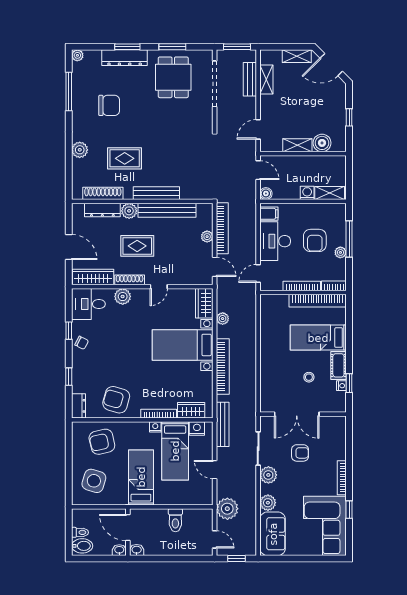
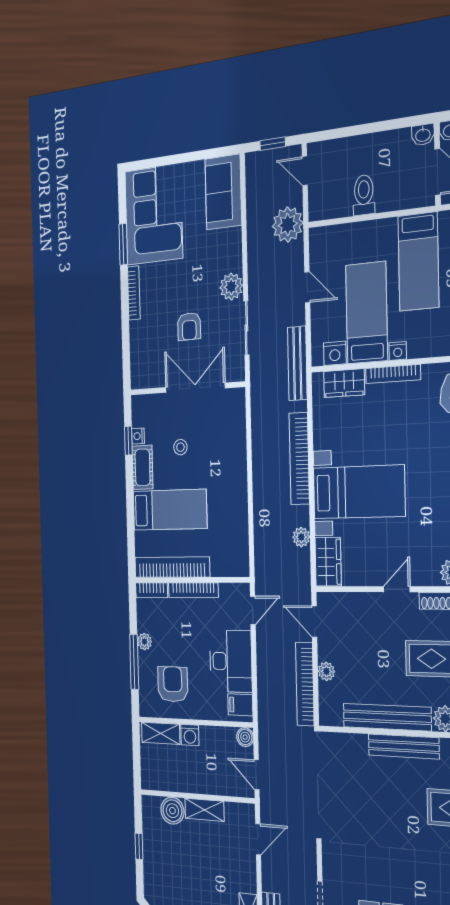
armchair: (315, 240) -> (173, 684), moved
armchair: (300, 453) -> (189, 326), turned -90
plant: (268, 503) -> (231, 242), removed
window: (349, 510) -> (123, 244), width x1.50

